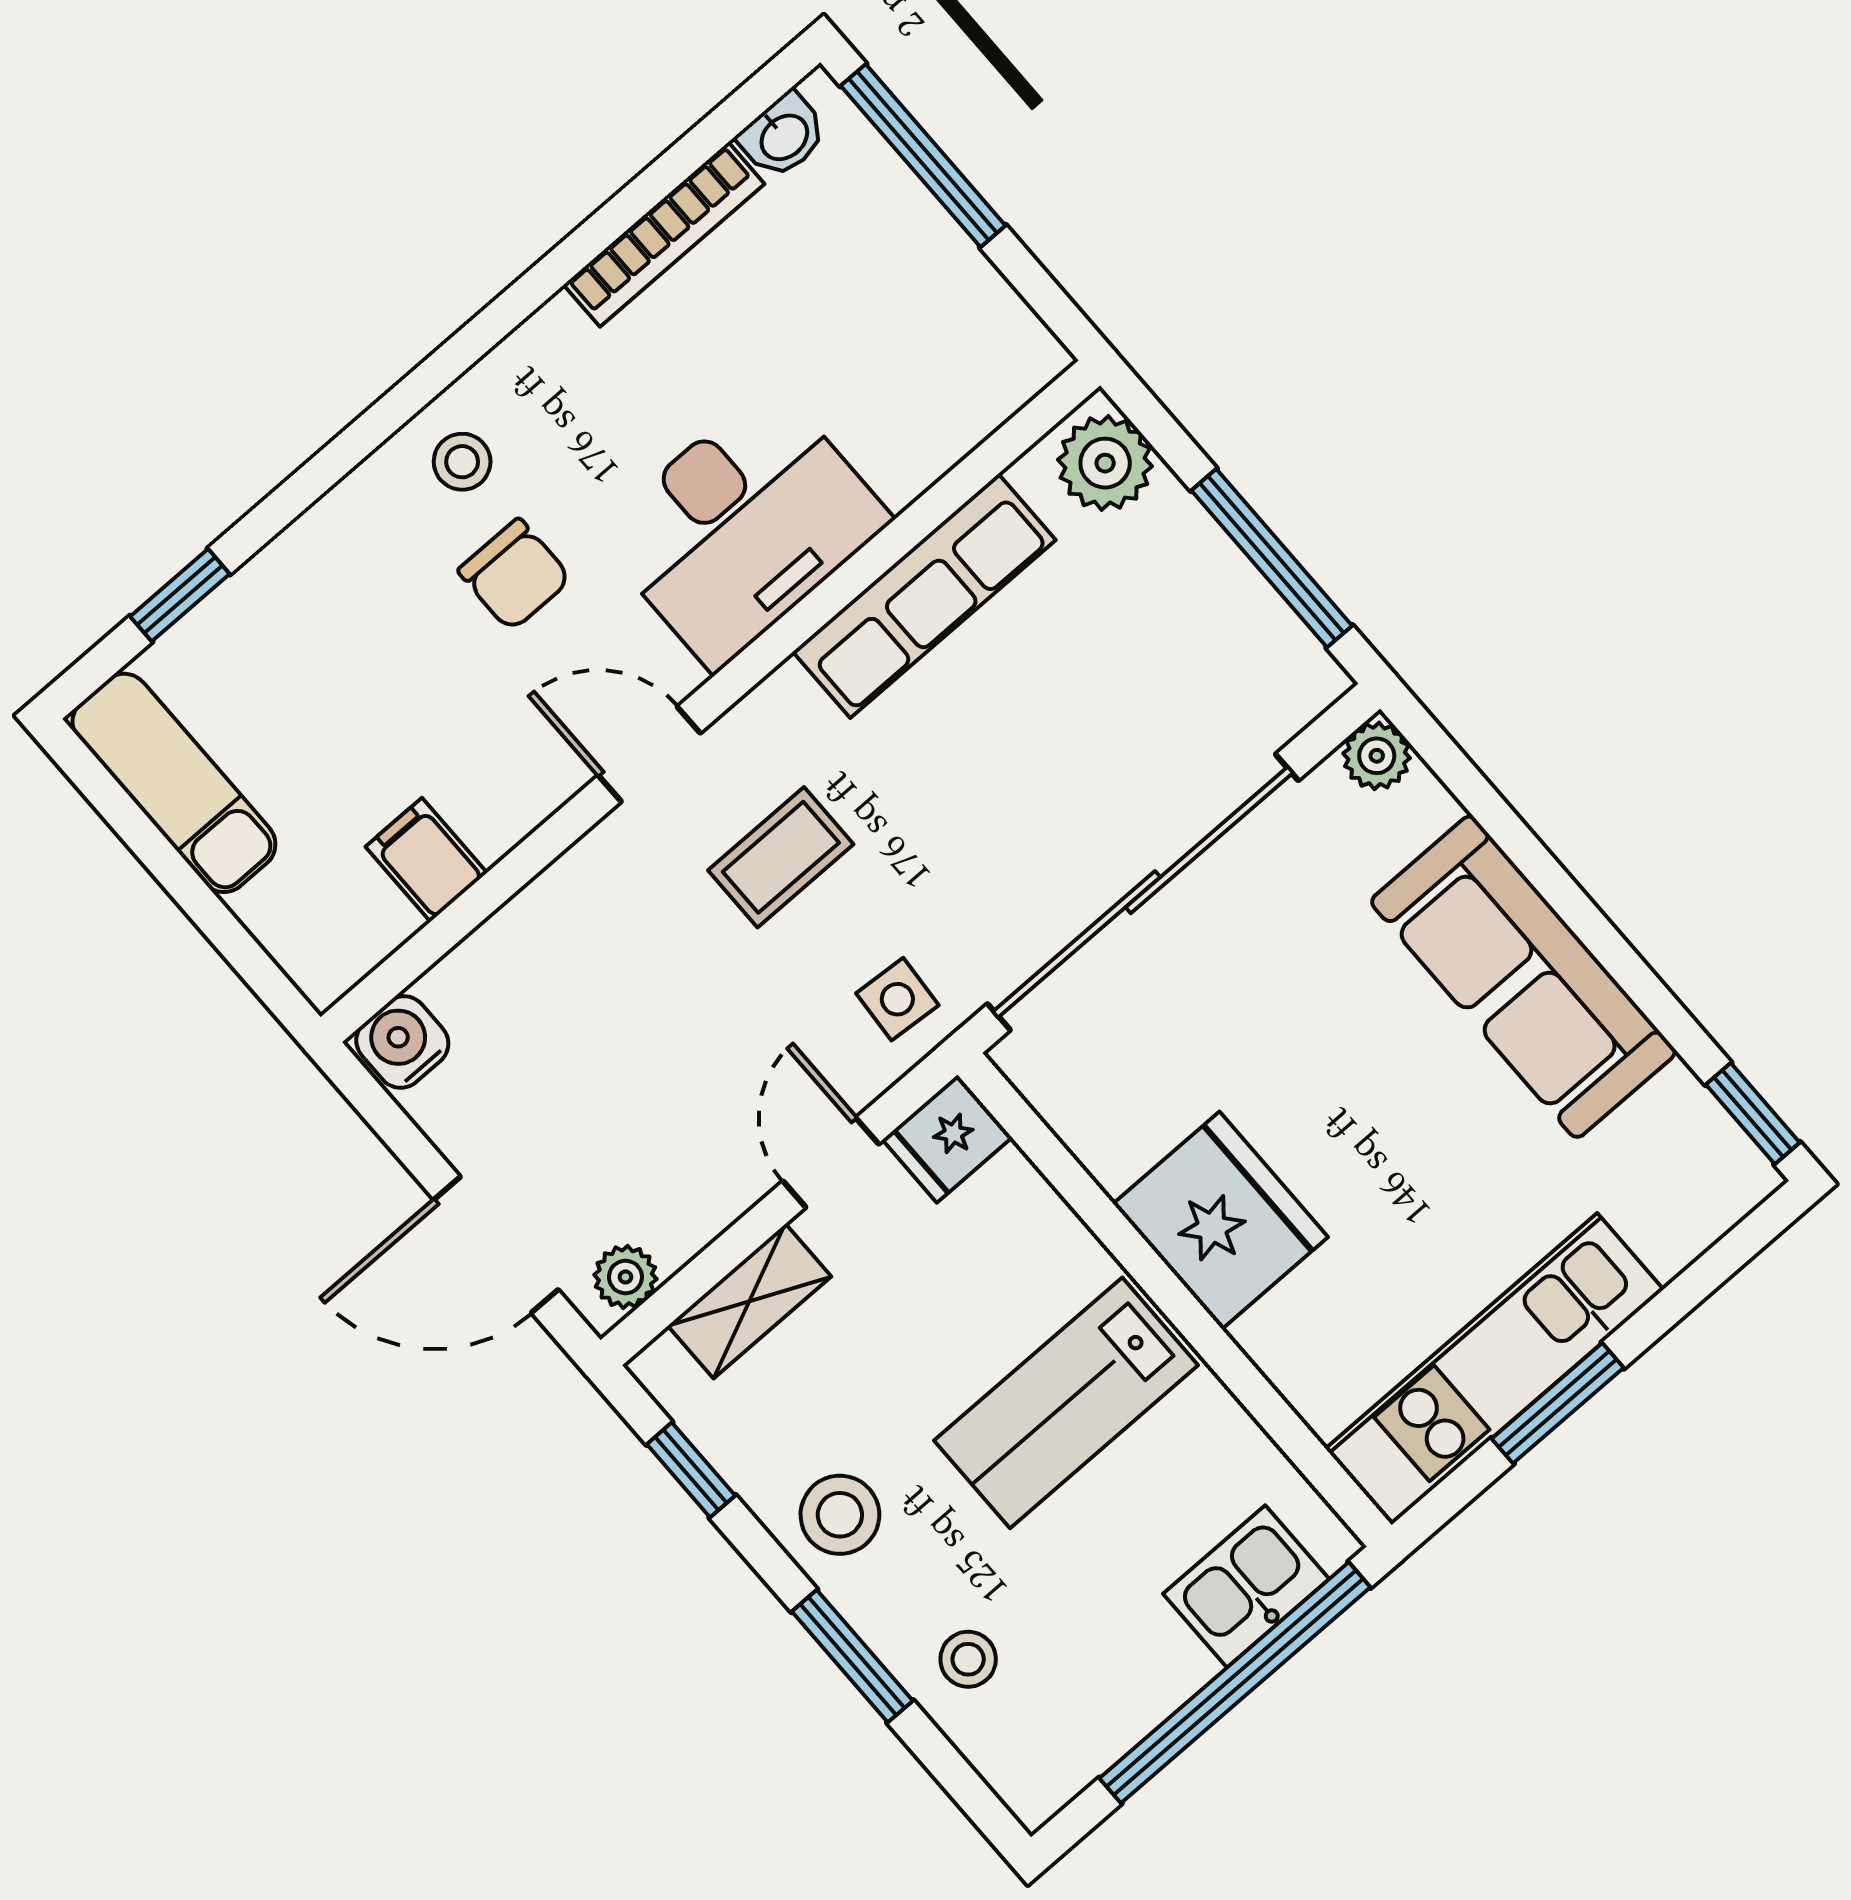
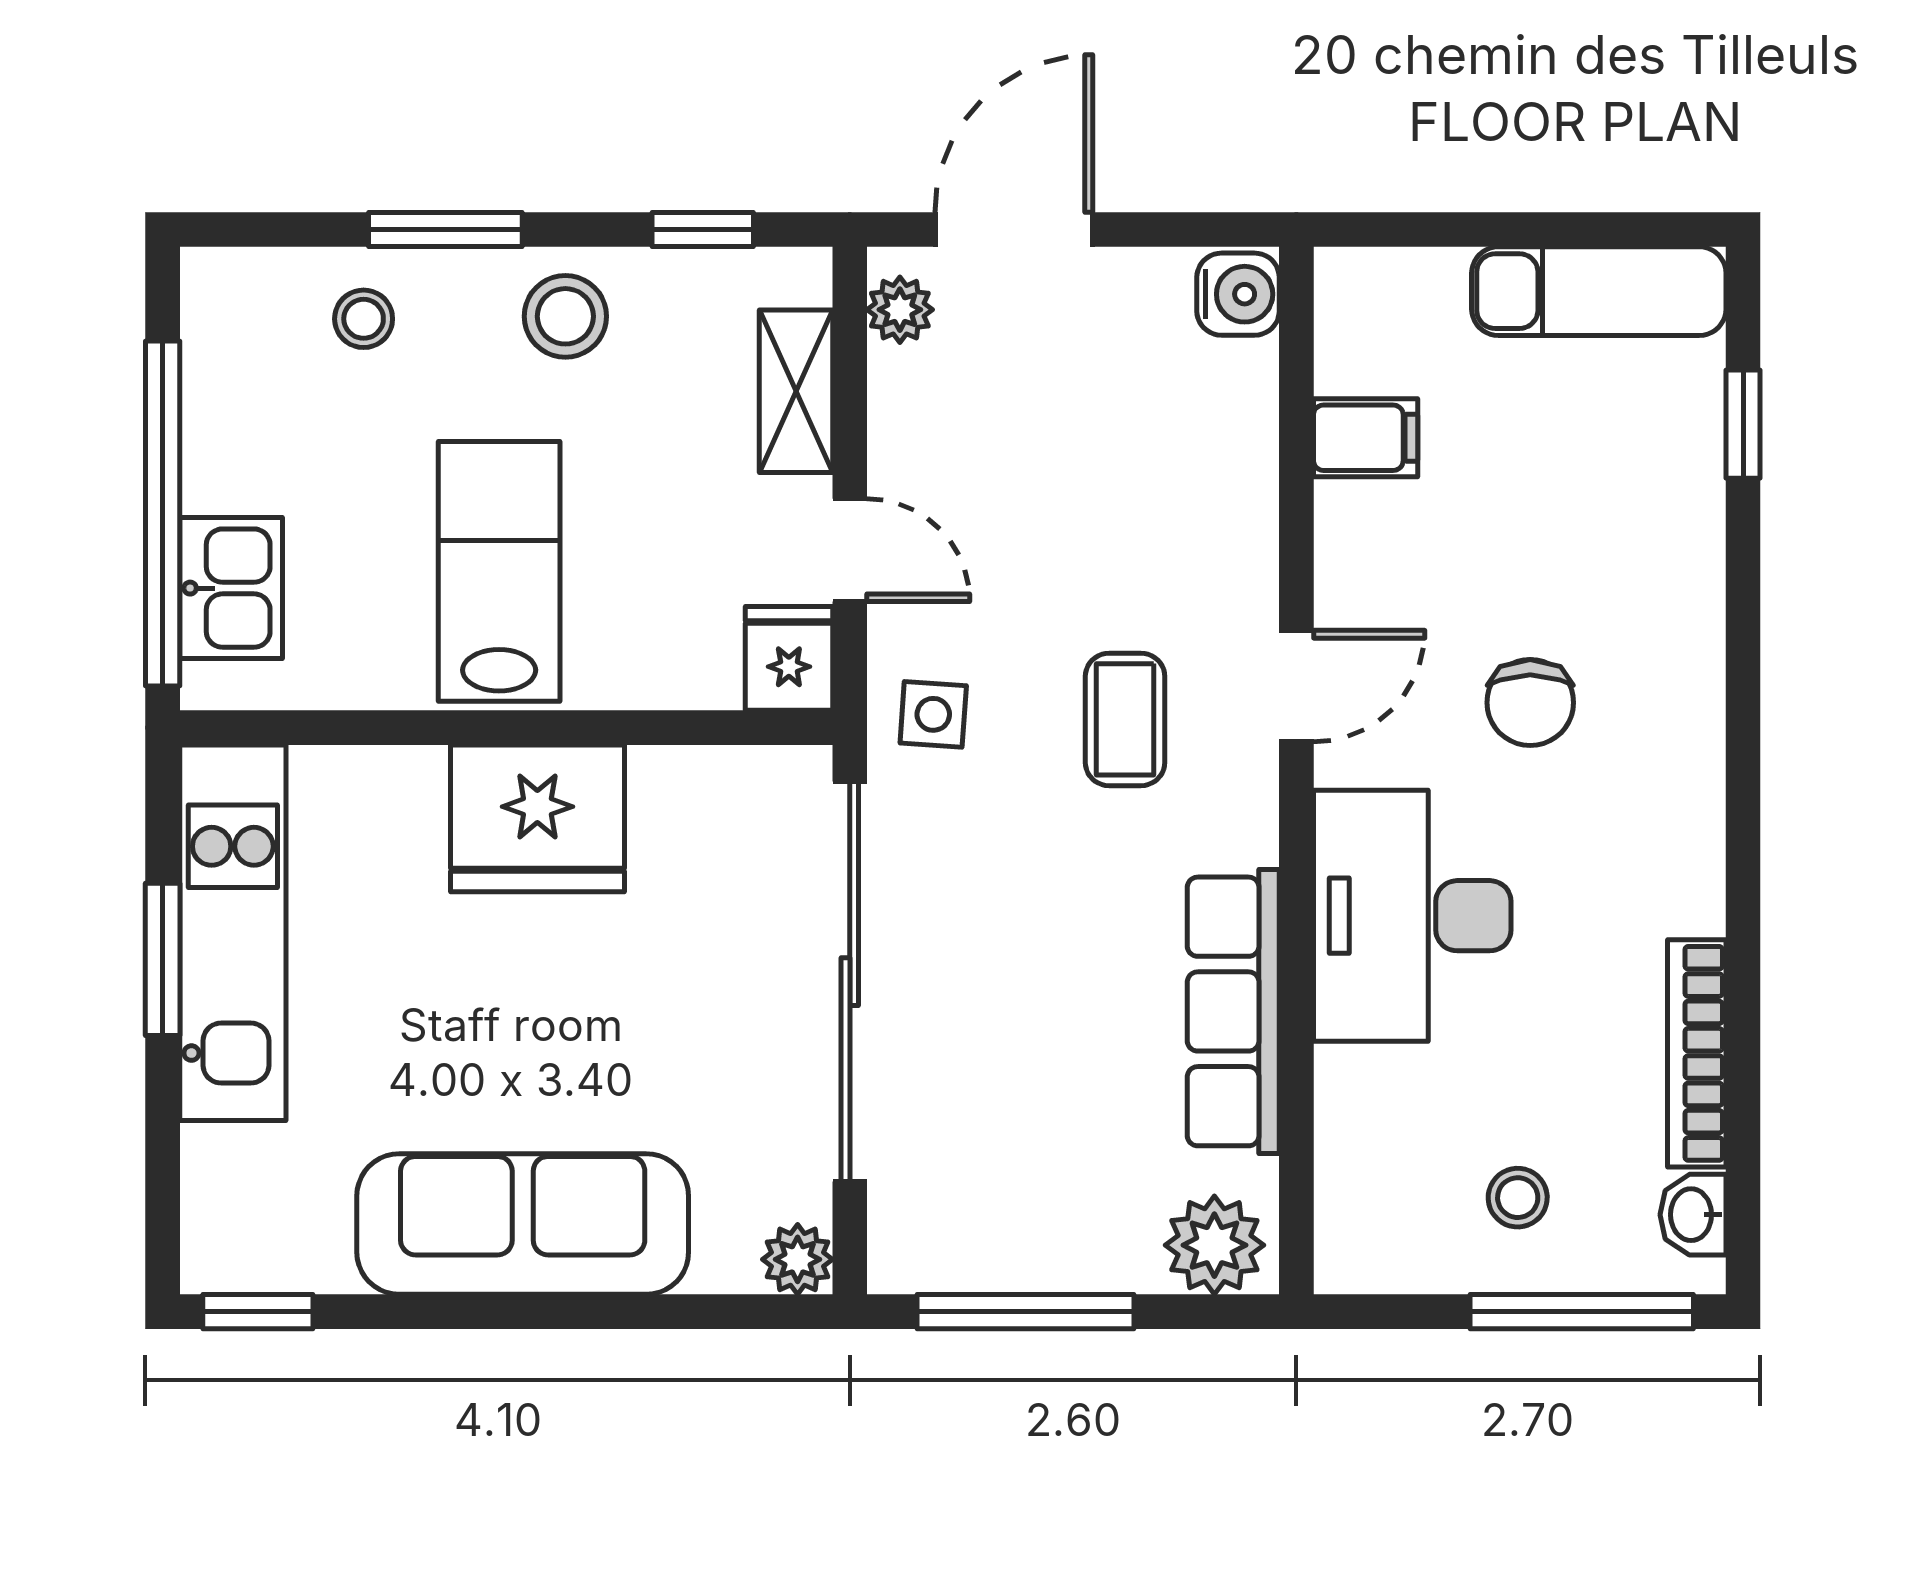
stool: (462, 462) -> (1518, 1198), moved
chair: (515, 575) -> (1530, 703), turned -90

